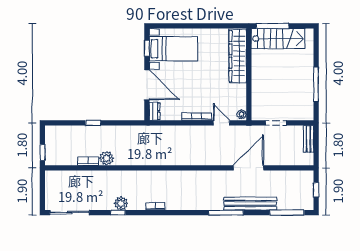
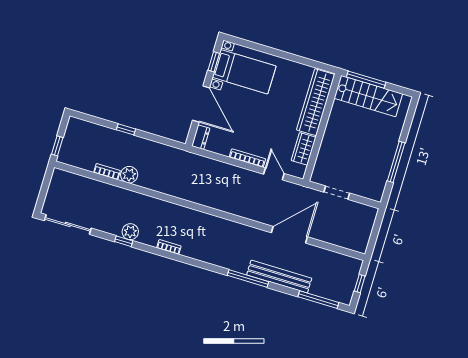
wardrobe: (239, 96) -> (304, 149), added
plant: (242, 114) -> (300, 171), removed
bench: (308, 139) -> (368, 222), removed

